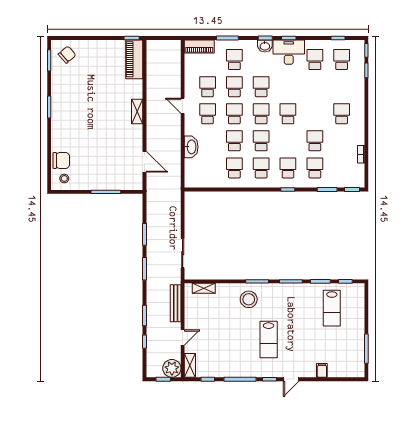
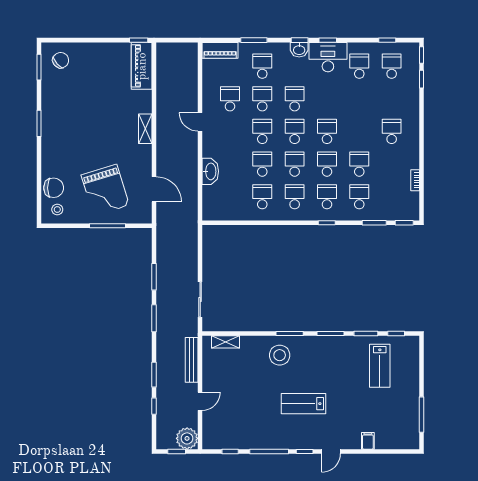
school desk: (208, 114) -> (327, 164), moved
grand piano: (104, 162) -> (105, 190), added
lab bench: (269, 340) -> (304, 404), turned 90
shelving: (190, 365) -> (209, 435), removed

